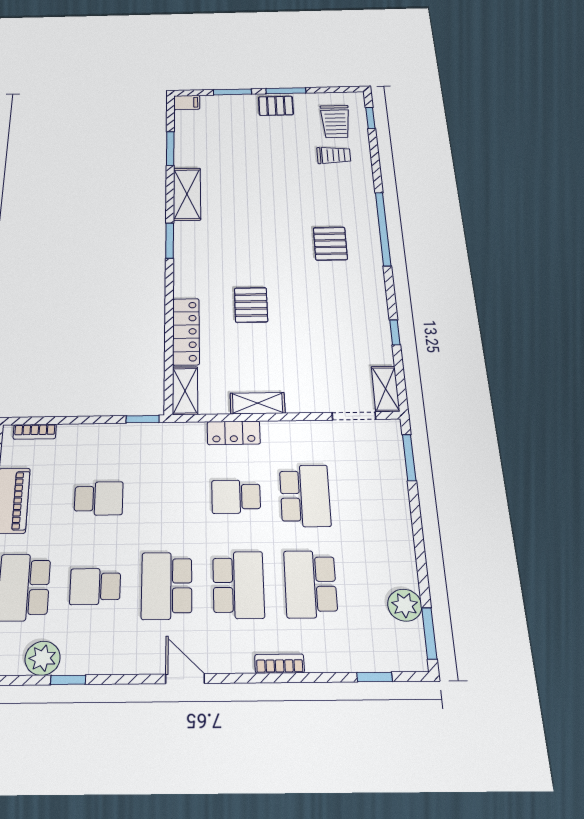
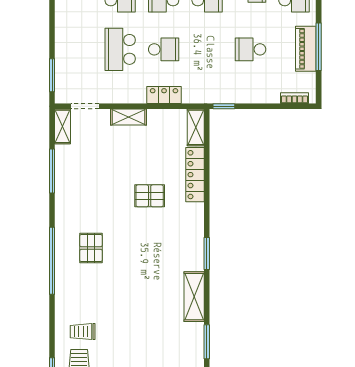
pallet: (251, 305) -> (150, 196), turned 90
window: (395, 332) -> (52, 171), width x2.17
shelving: (258, 403) -> (129, 117), moved

